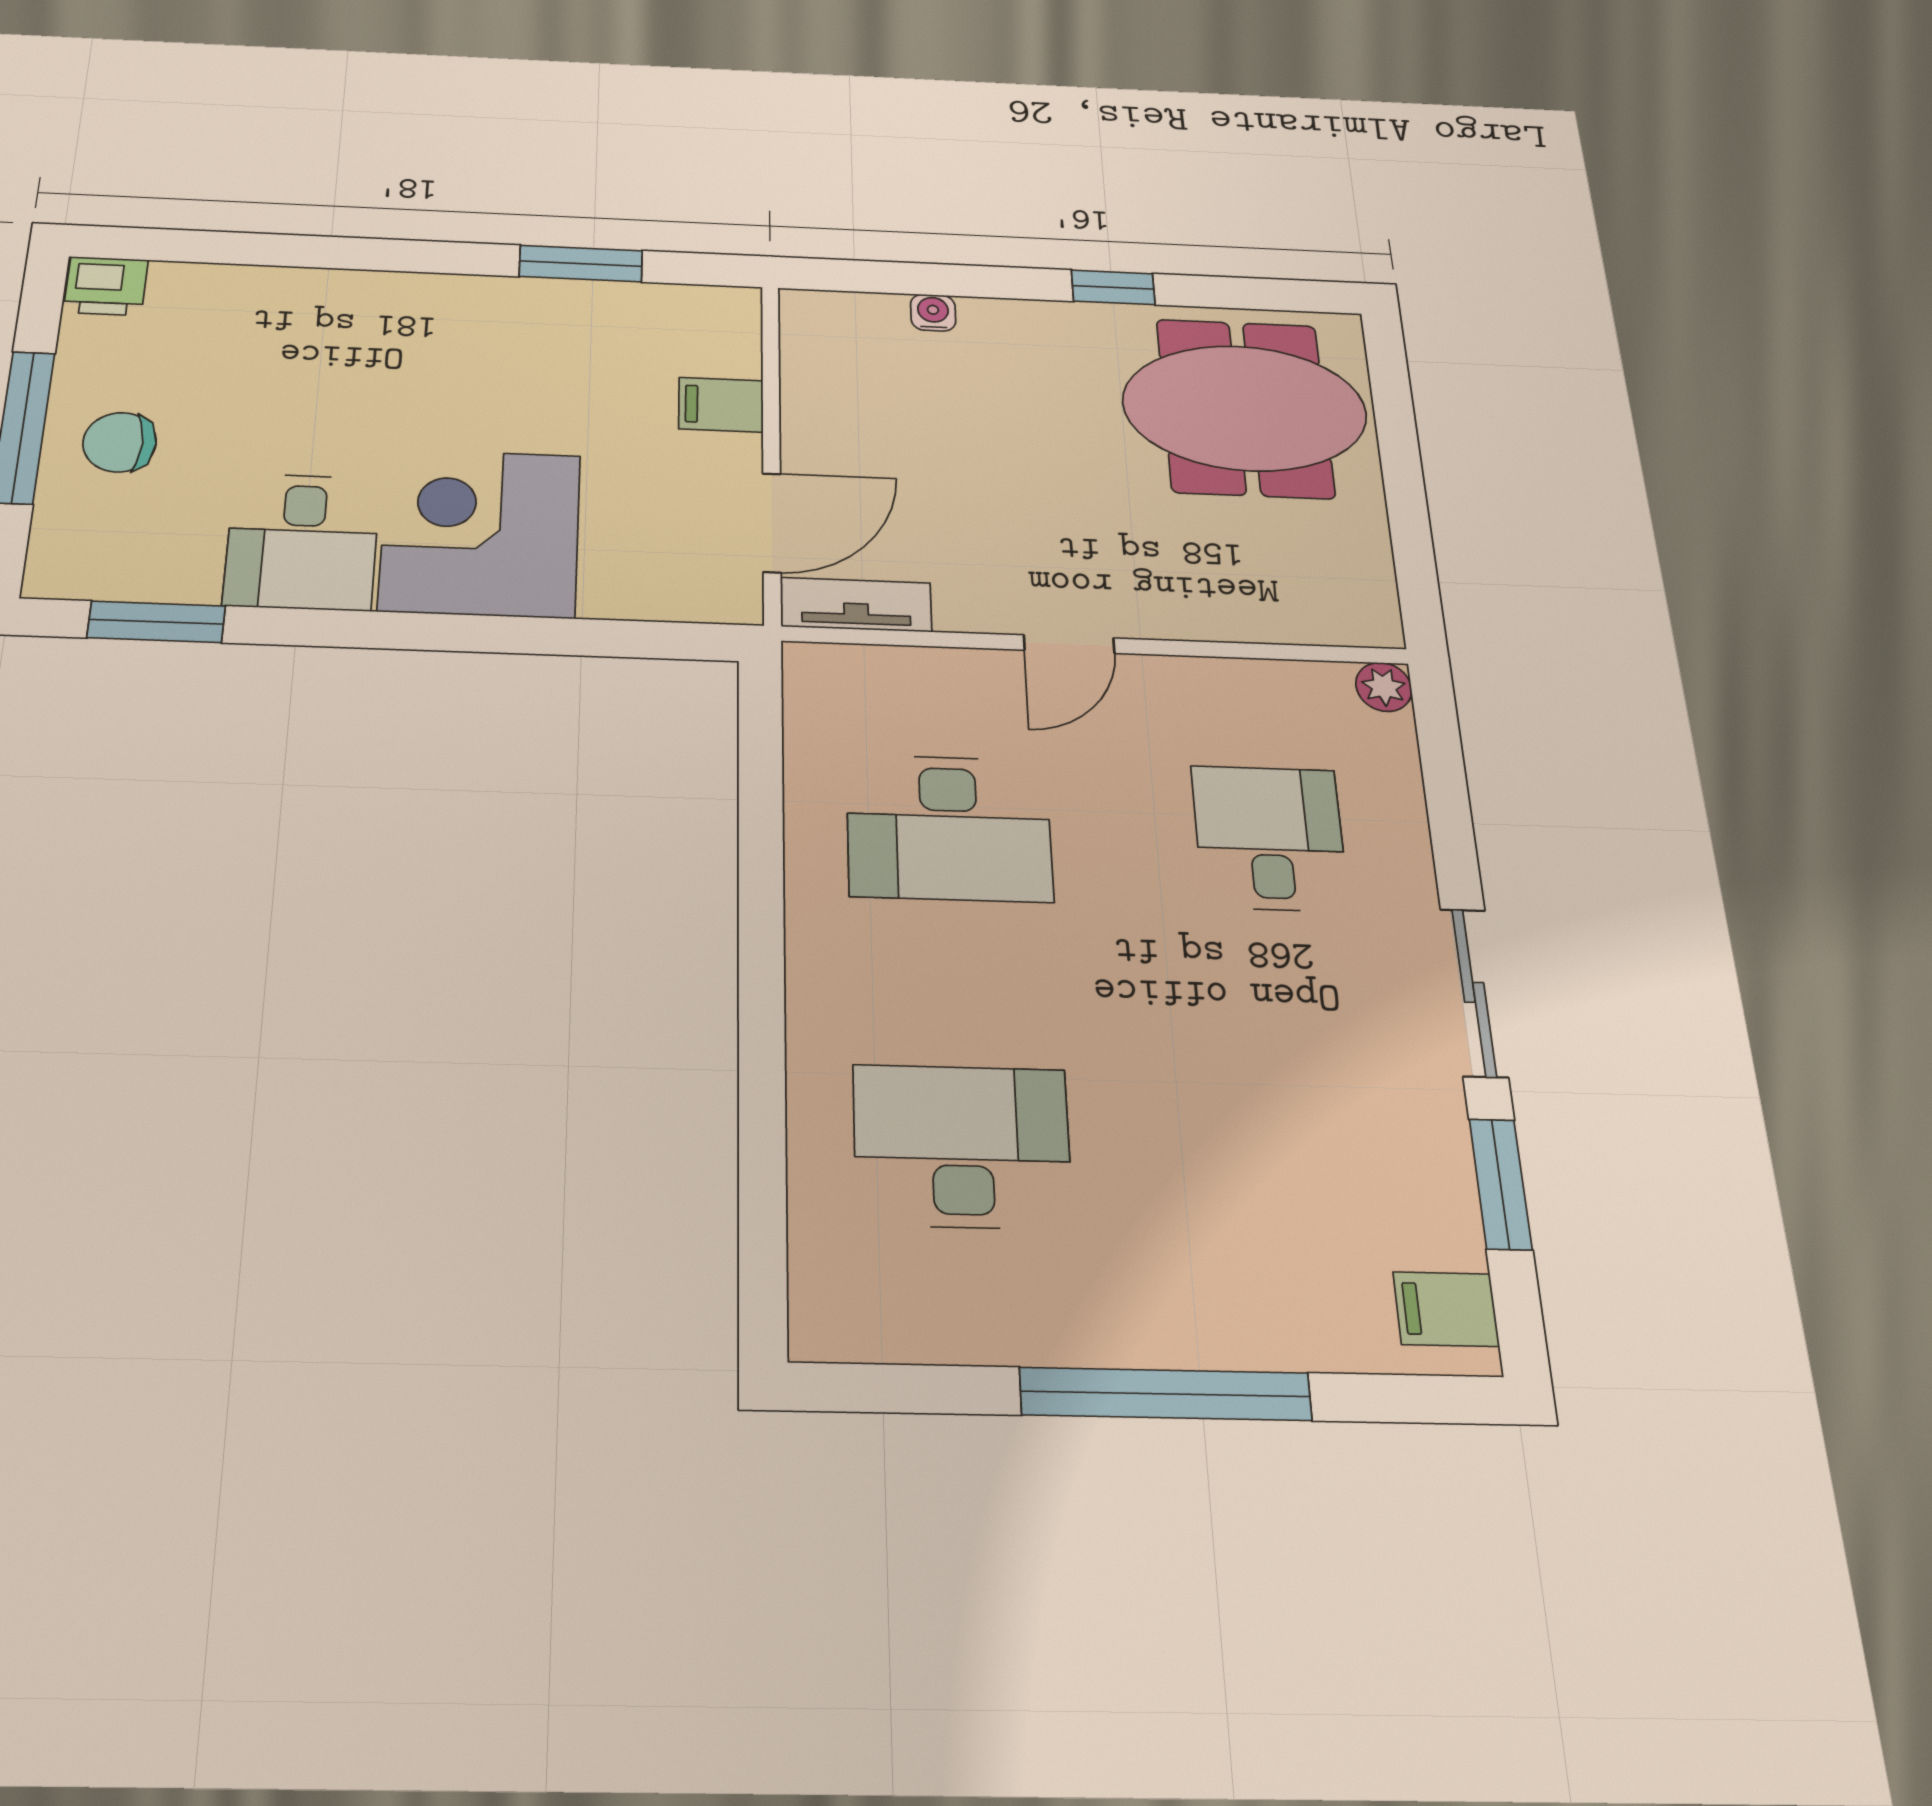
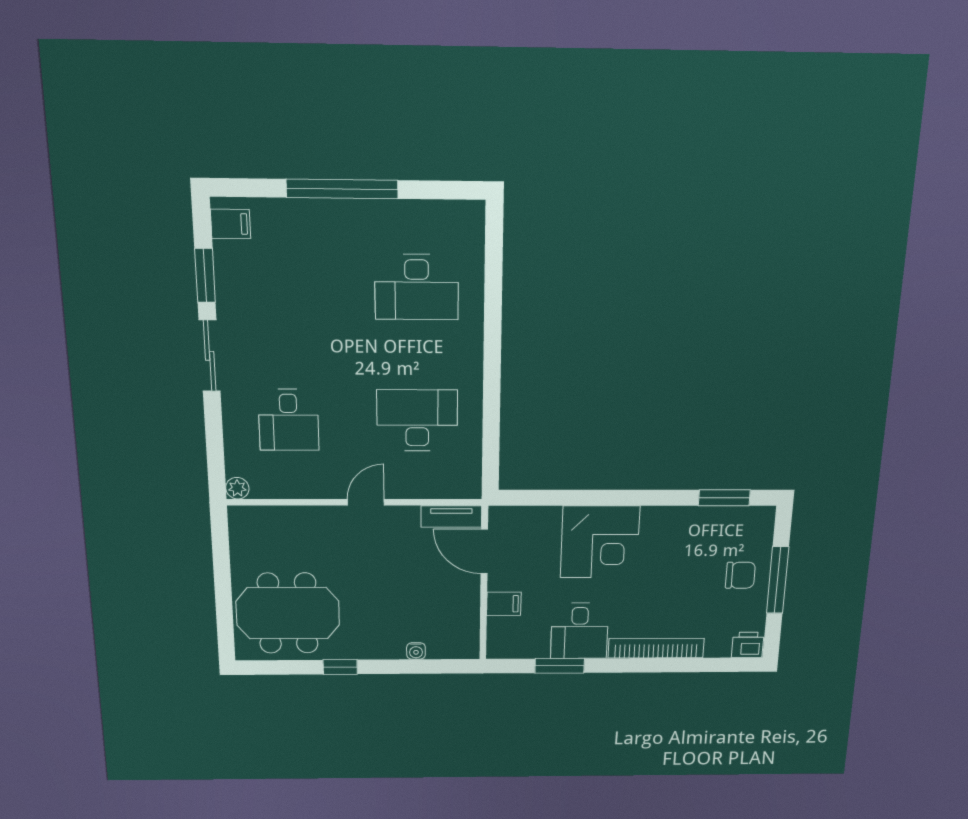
bookcase: (340, 290) -> (656, 648), added
door: (772, 523) -> (484, 551), hinge flipped
desk: (302, 541) -> (580, 631), moved, turned 180

